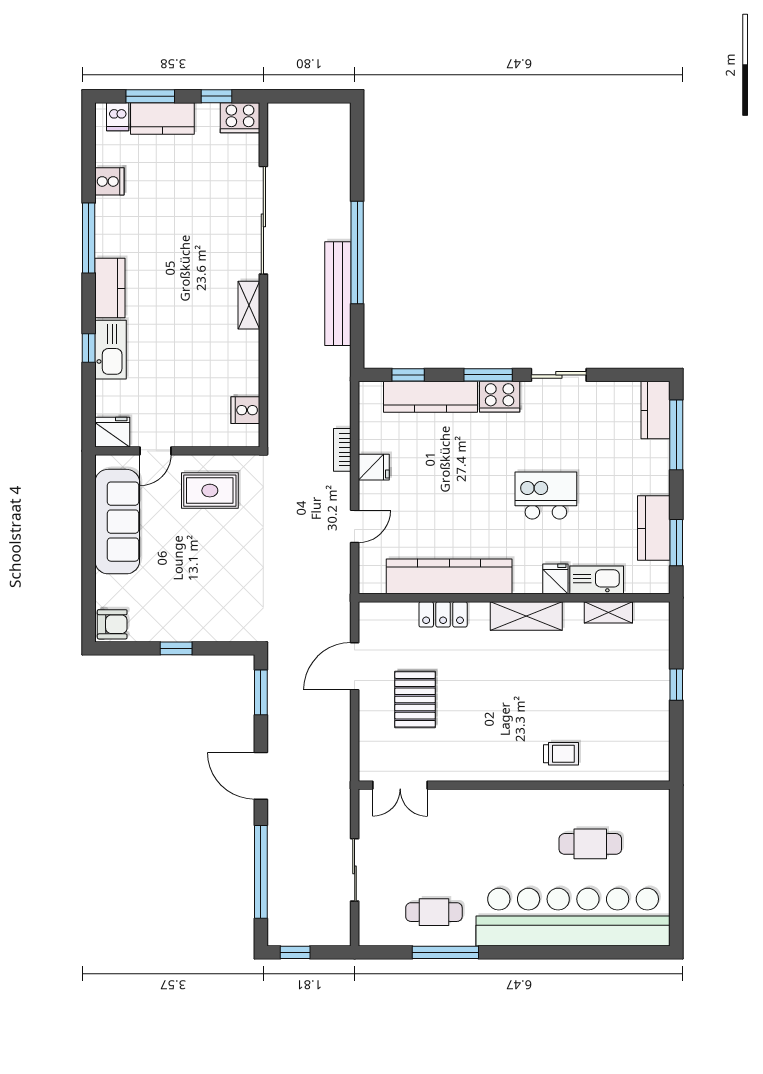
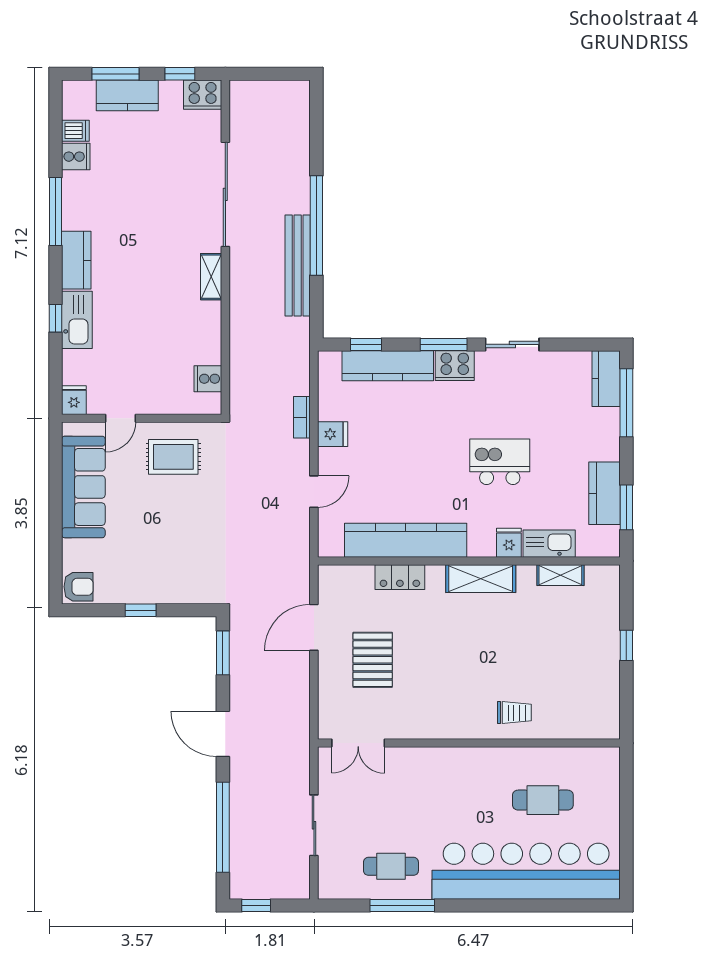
dishwasher: (118, 117) -> (75, 131), moved, turned -90
fridge: (112, 432) -> (74, 400), width x0.72

